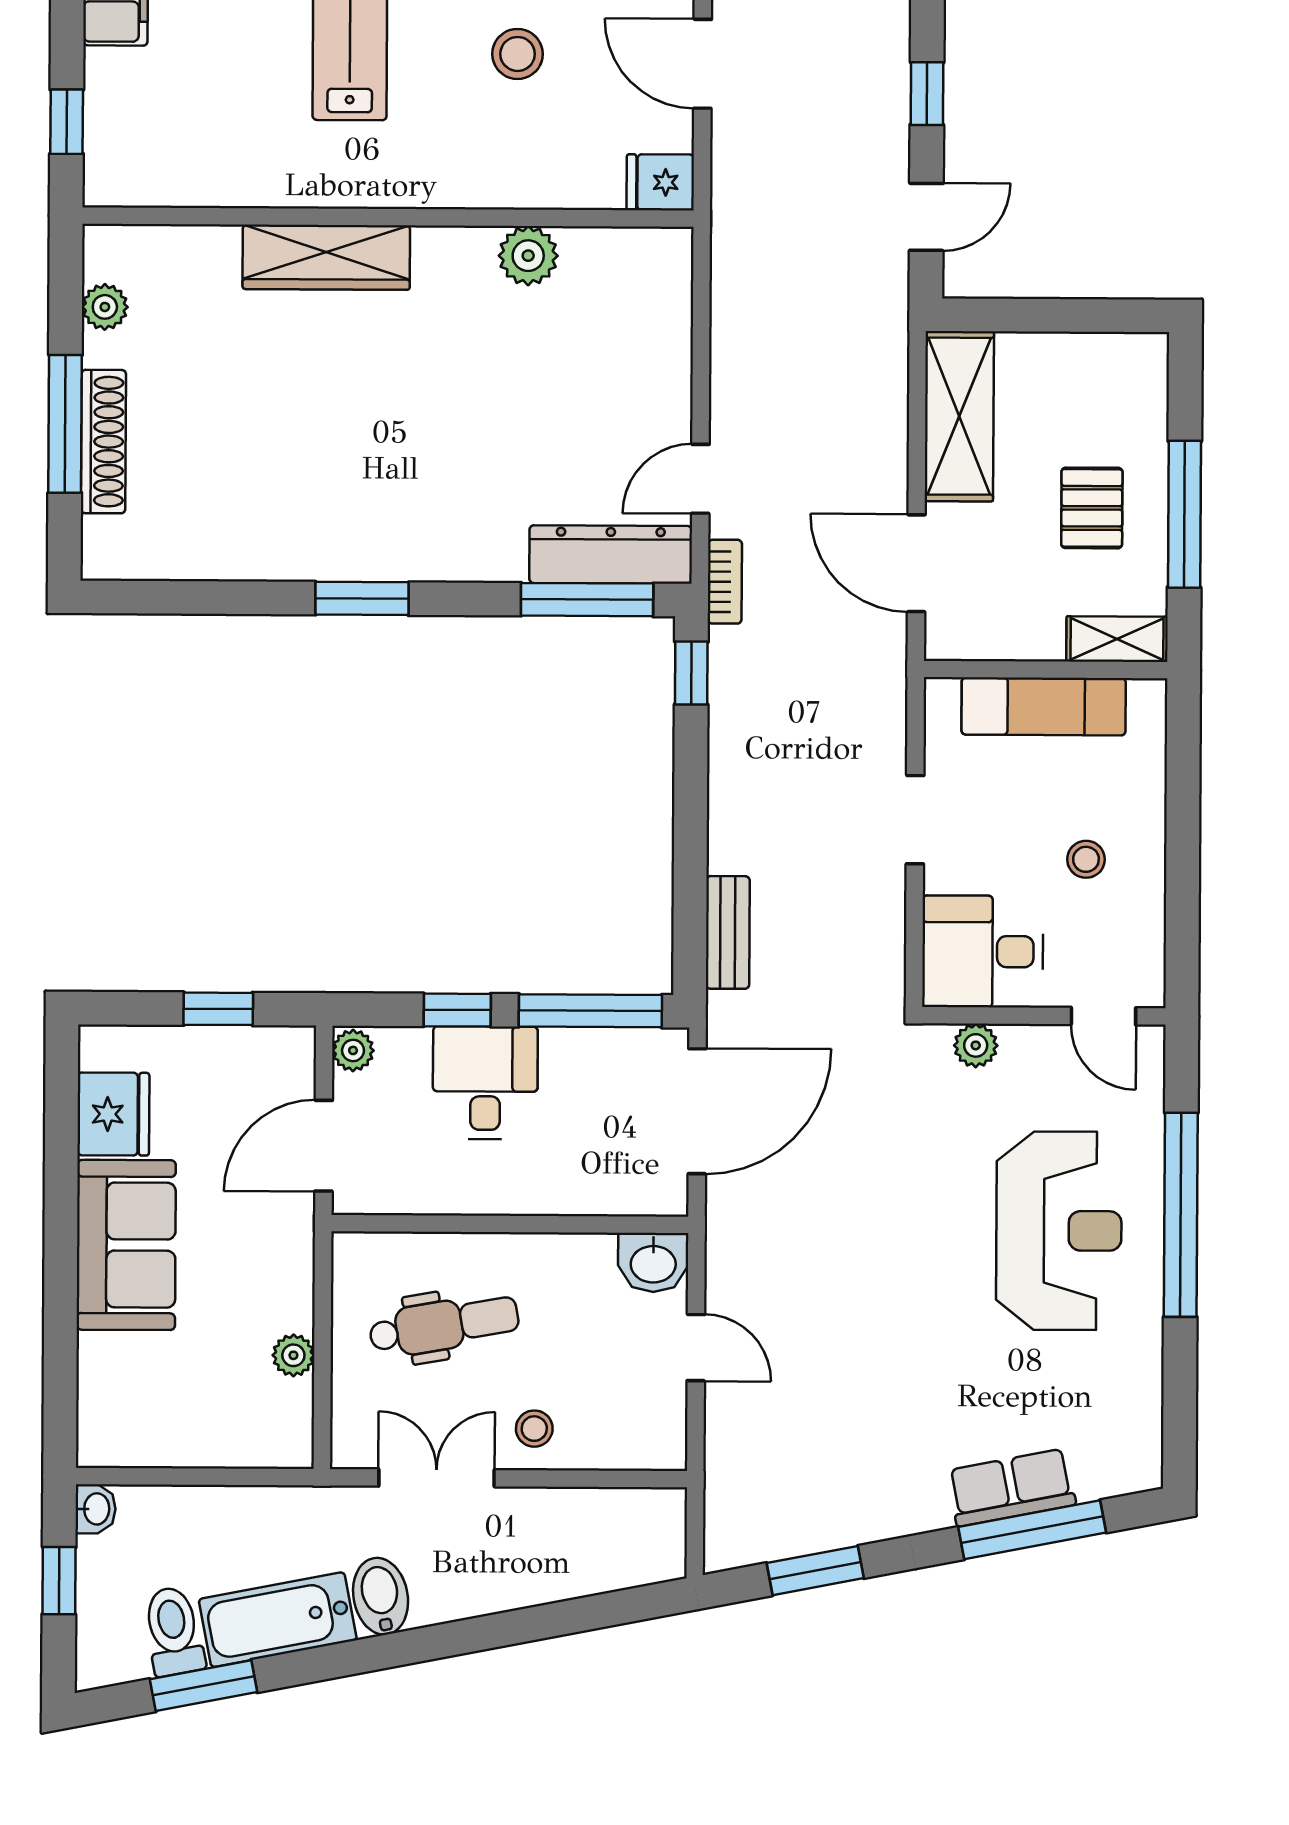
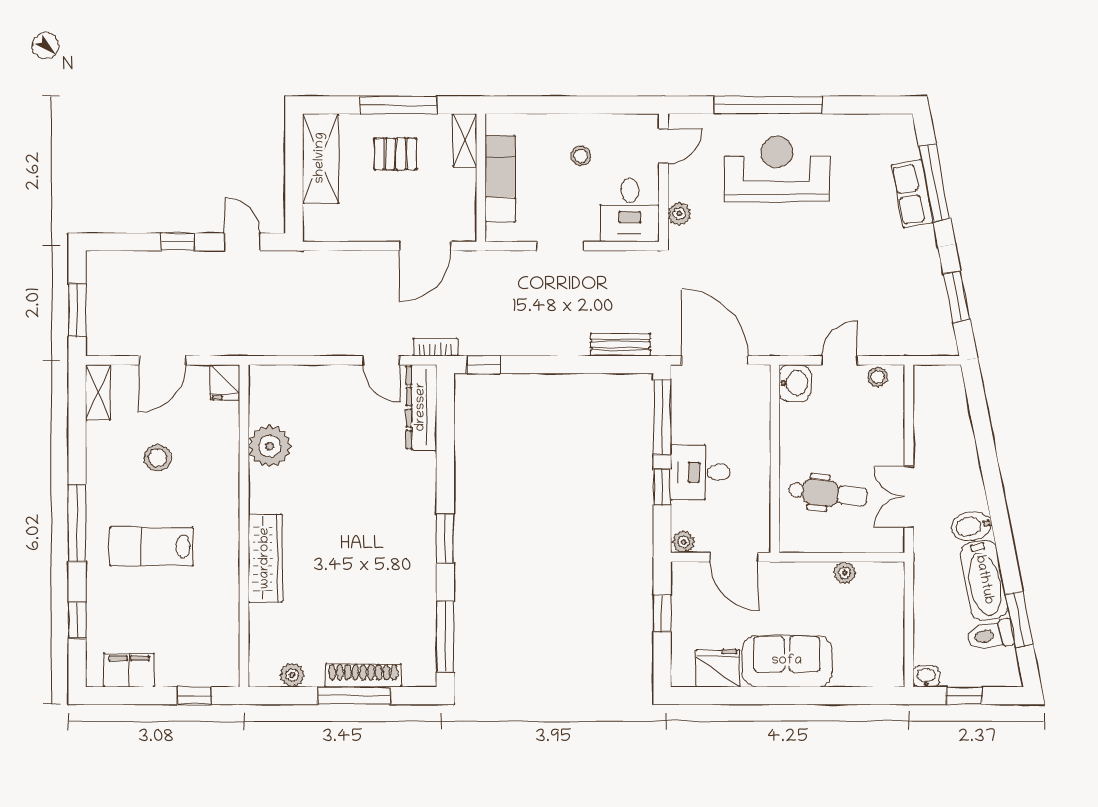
plant: (528, 256) -> (270, 446), width x1.36, depth x1.36
shelving: (959, 416) -> (320, 158), moved, turned 90
window: (587, 600) -> (445, 637), moved
dental chair: (444, 1325) -> (828, 493), turned 106
stool: (534, 1429) -> (878, 377), moved

